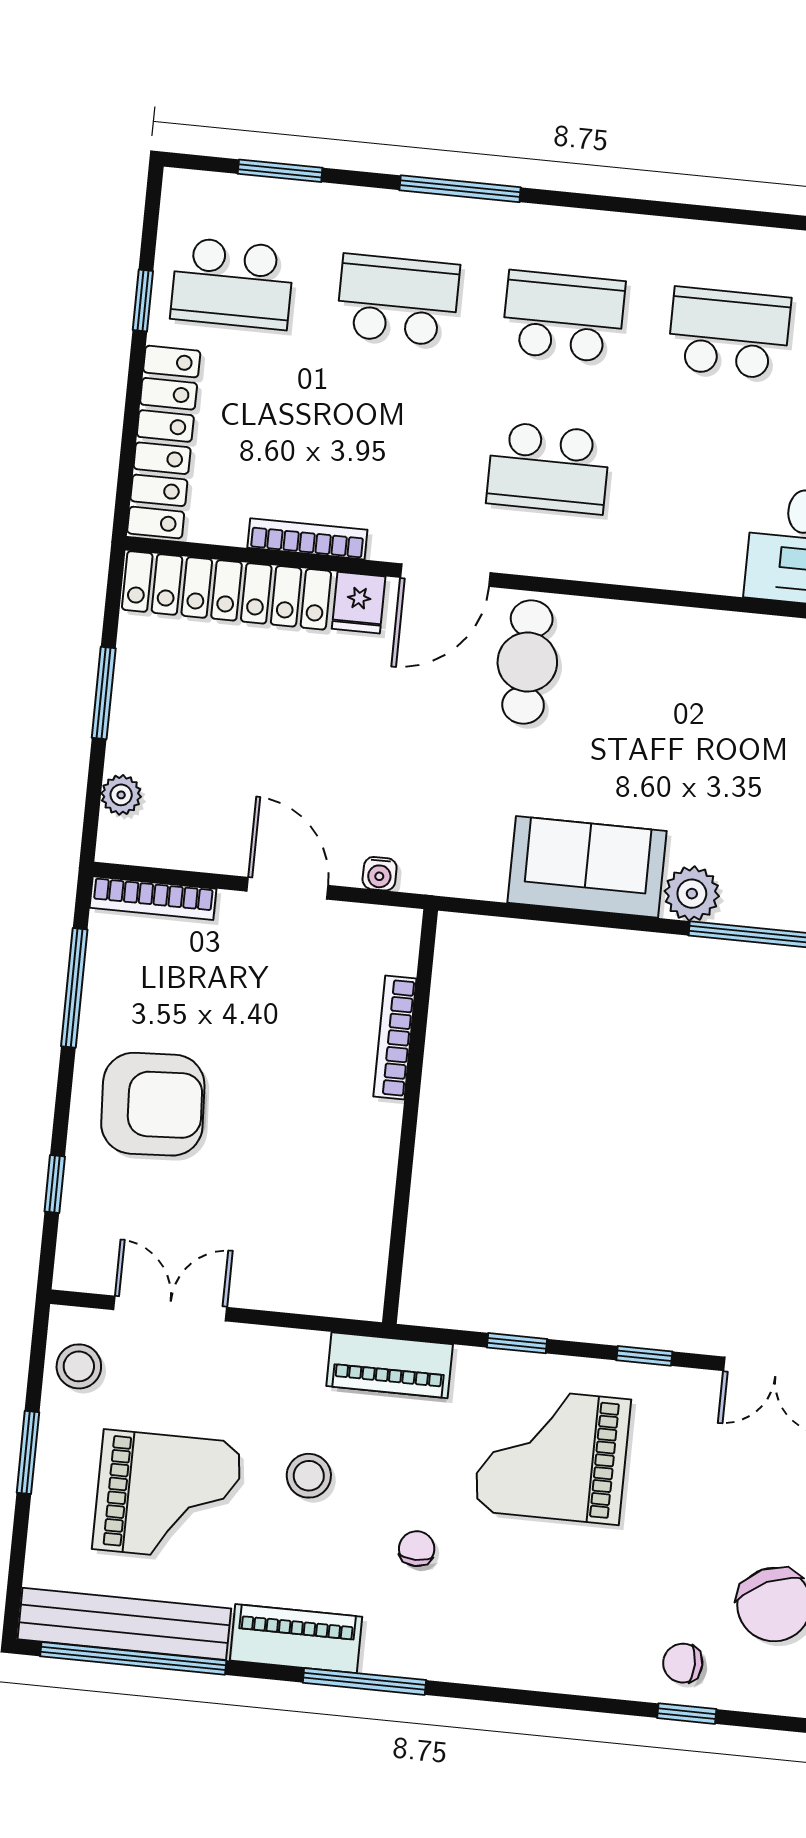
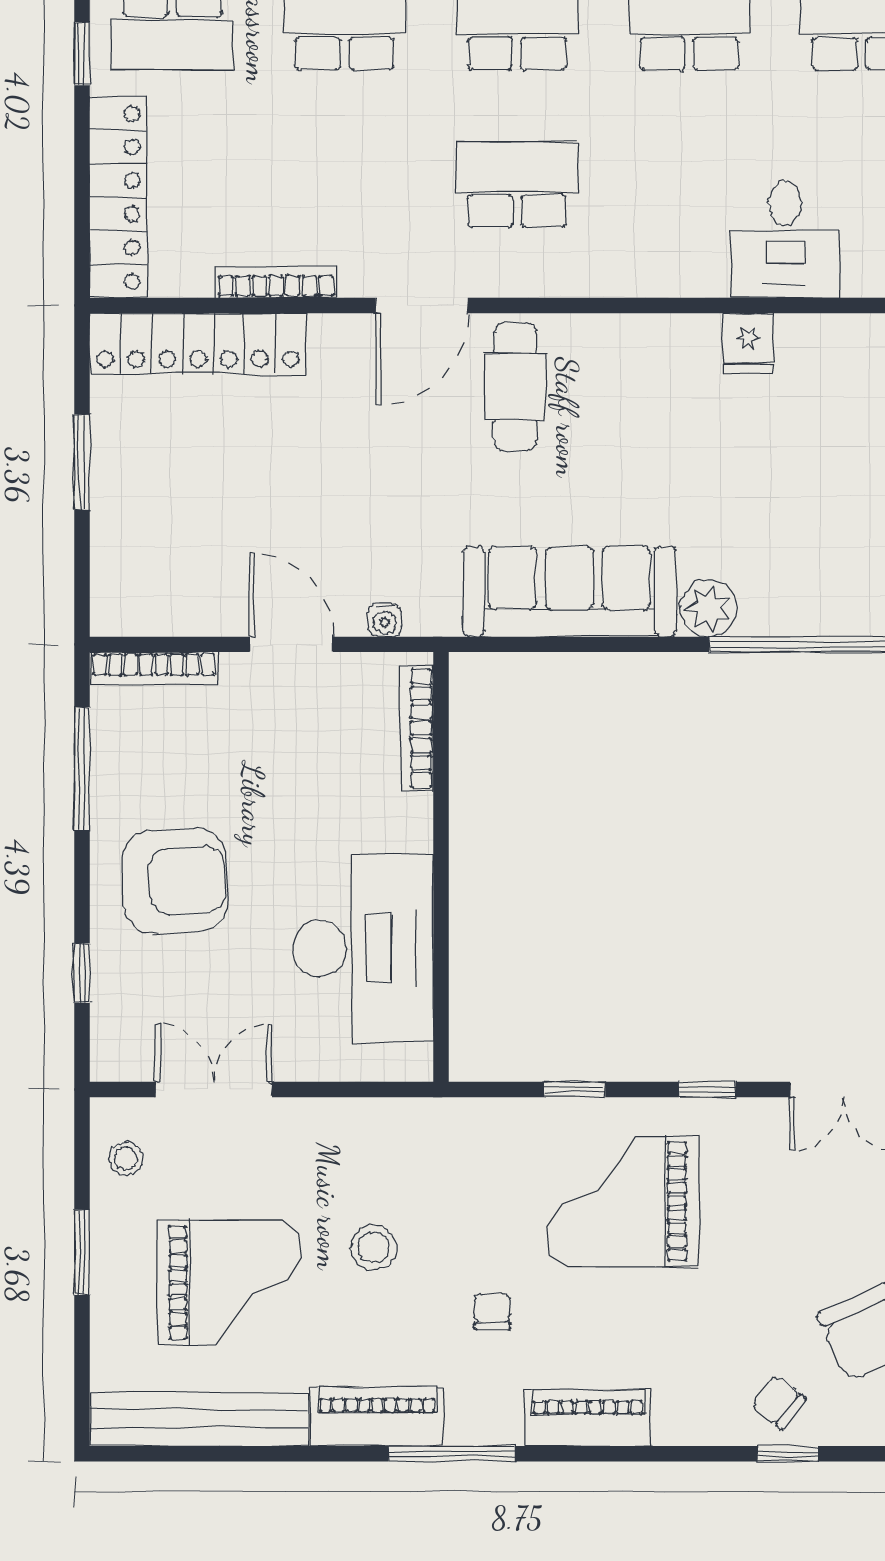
school desk: (548, 468) -> (517, 184), turned 180
fridge: (359, 603) -> (748, 343), moved
plant: (121, 795) -> (110, 565), removed
sofa: (587, 867) -> (570, 592), width x1.36
bookcase: (395, 1038) -> (417, 728), moved
desk: (327, 1187) -> (363, 948), added
piano: (390, 1365) -> (588, 1418), moved, turned 180
stool: (79, 1366) -> (126, 1159), width x0.73, depth x0.73
window: (133, 1658) -> (212, 1454), removed
chair: (683, 1663) -> (778, 1402), turned 38

